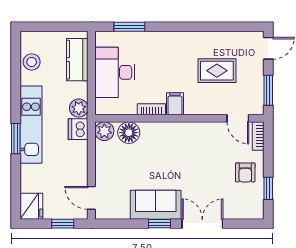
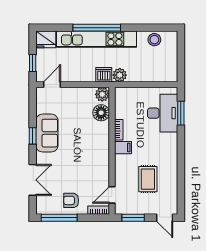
kitchen counter: (77, 60) -> (156, 74), removed
desk: (115, 72) -> (163, 113), moved, turned 90
kitchen unit: (31, 125) -> (97, 39), width x1.36
window: (16, 139) -> (97, 28), width x2.11
window: (268, 188) -> (59, 218), width x2.17
double door: (202, 224) -> (33, 180), moved

